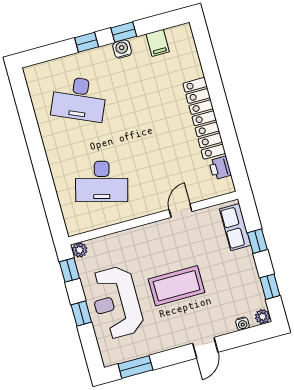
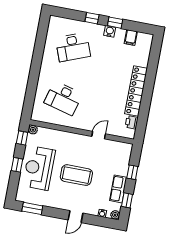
desk: (79, 99) -> (73, 47), turned -45
row of seats: (235, 227) -> (118, 189), moved

